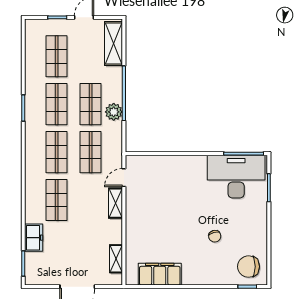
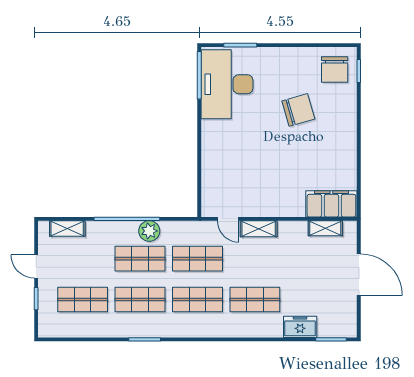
shelving: (114, 43) -> (67, 229), width x0.67, depth x0.75
chair: (215, 236) -> (298, 110), width x1.87, depth x1.87
filing cabinet: (160, 274) -> (331, 204), moved, turned 90

